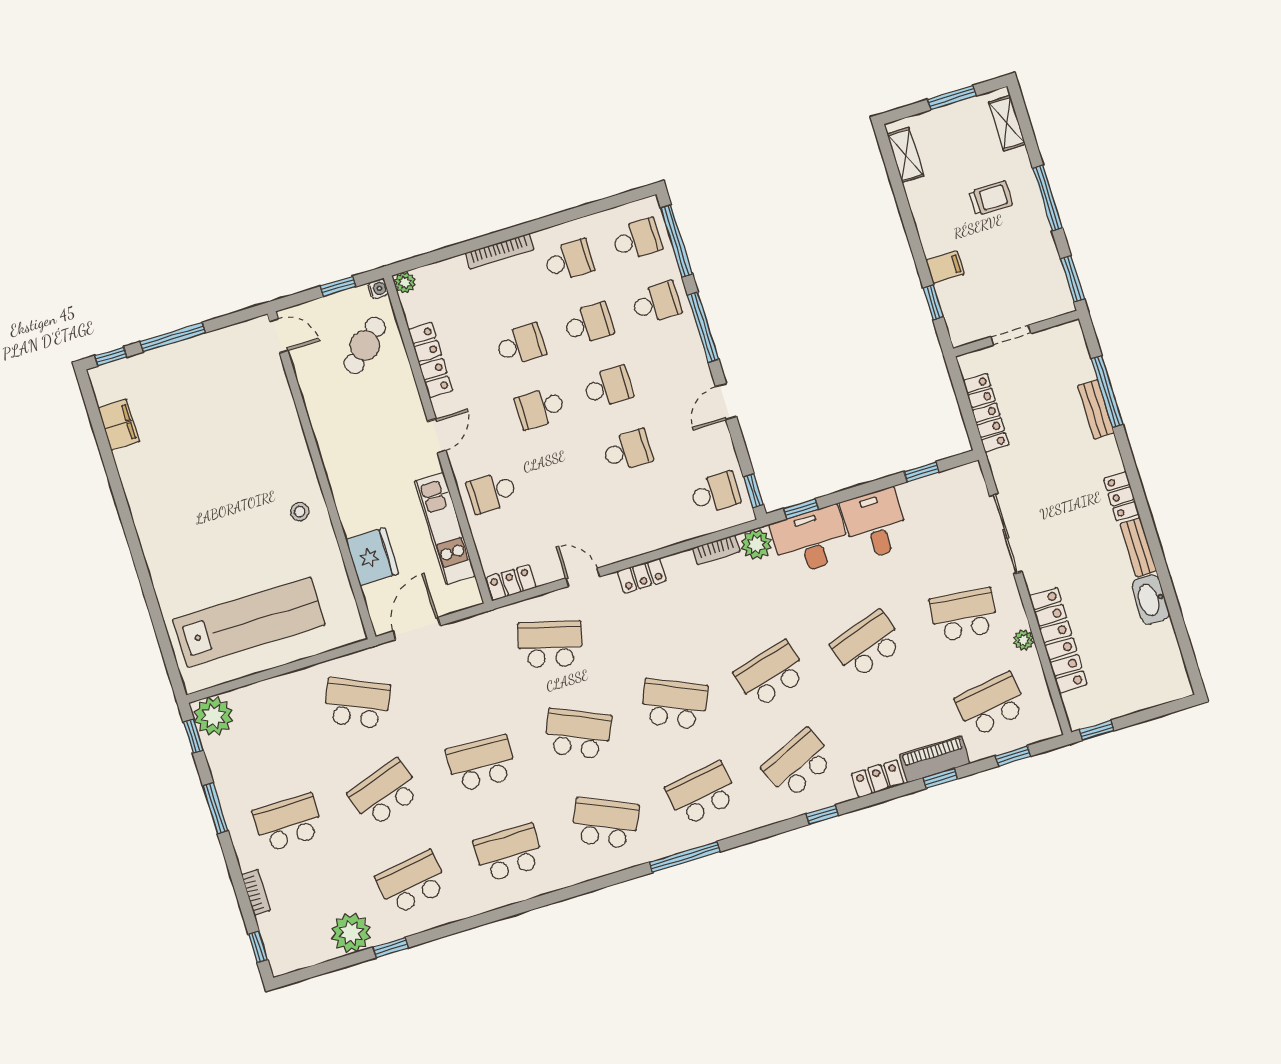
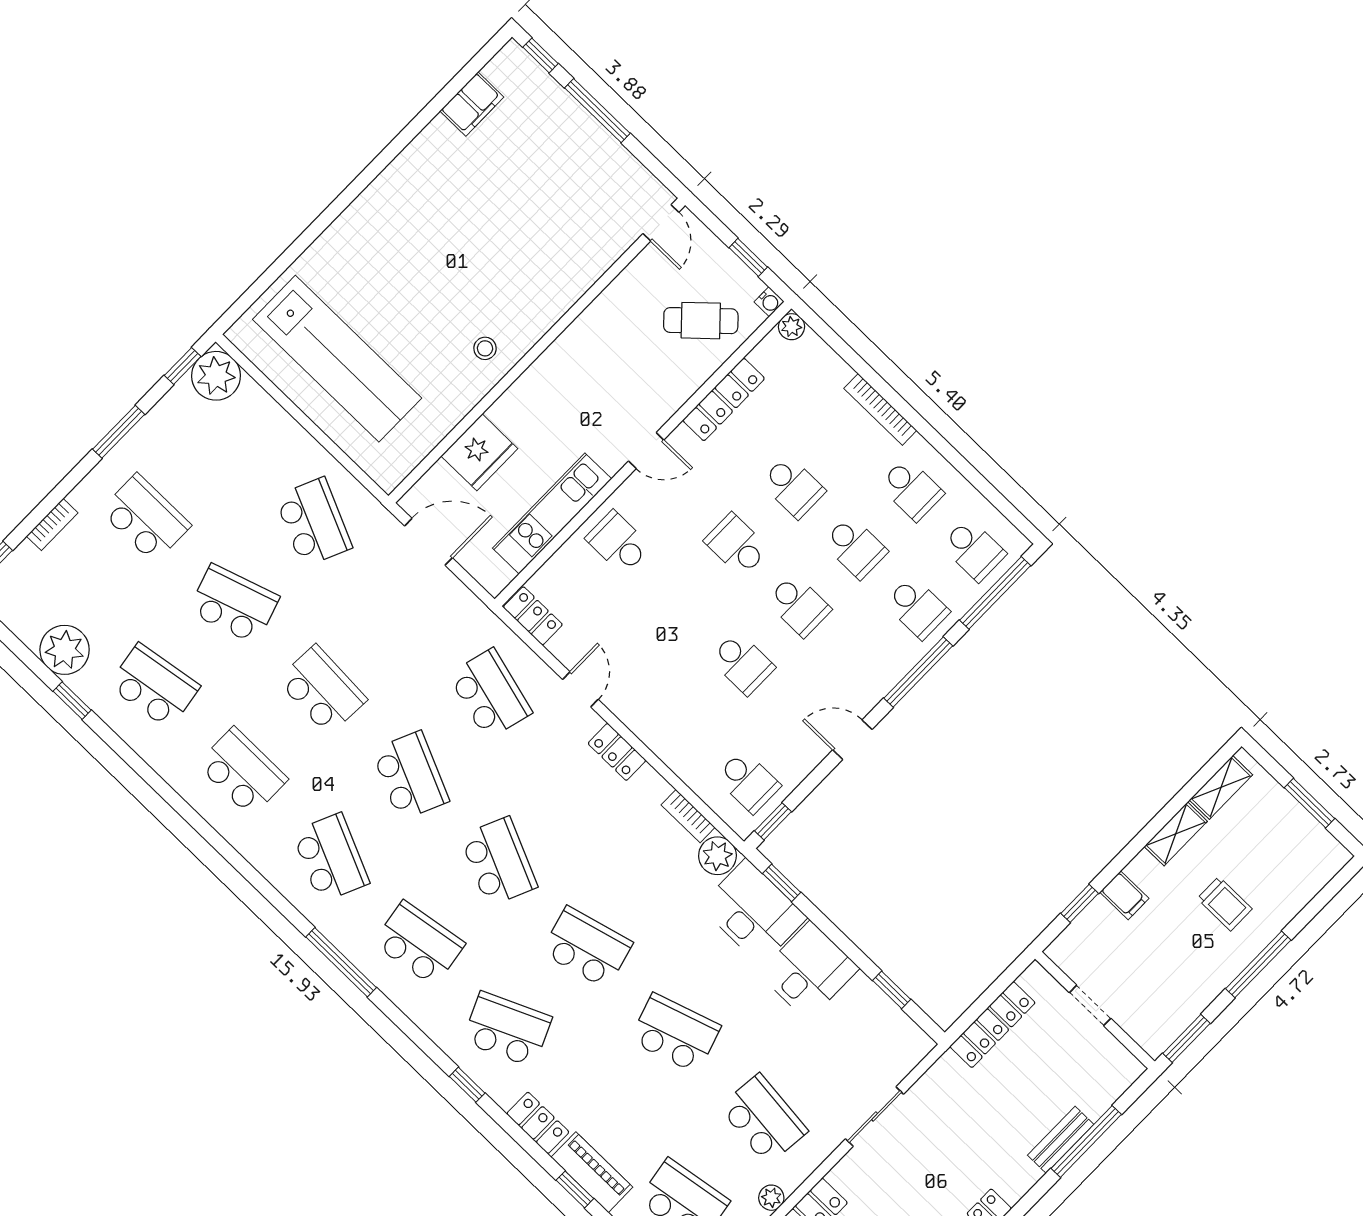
shelving: (1007, 123) -> (1176, 834), moved
sliding door: (1006, 534) -> (875, 1116), width x0.73

